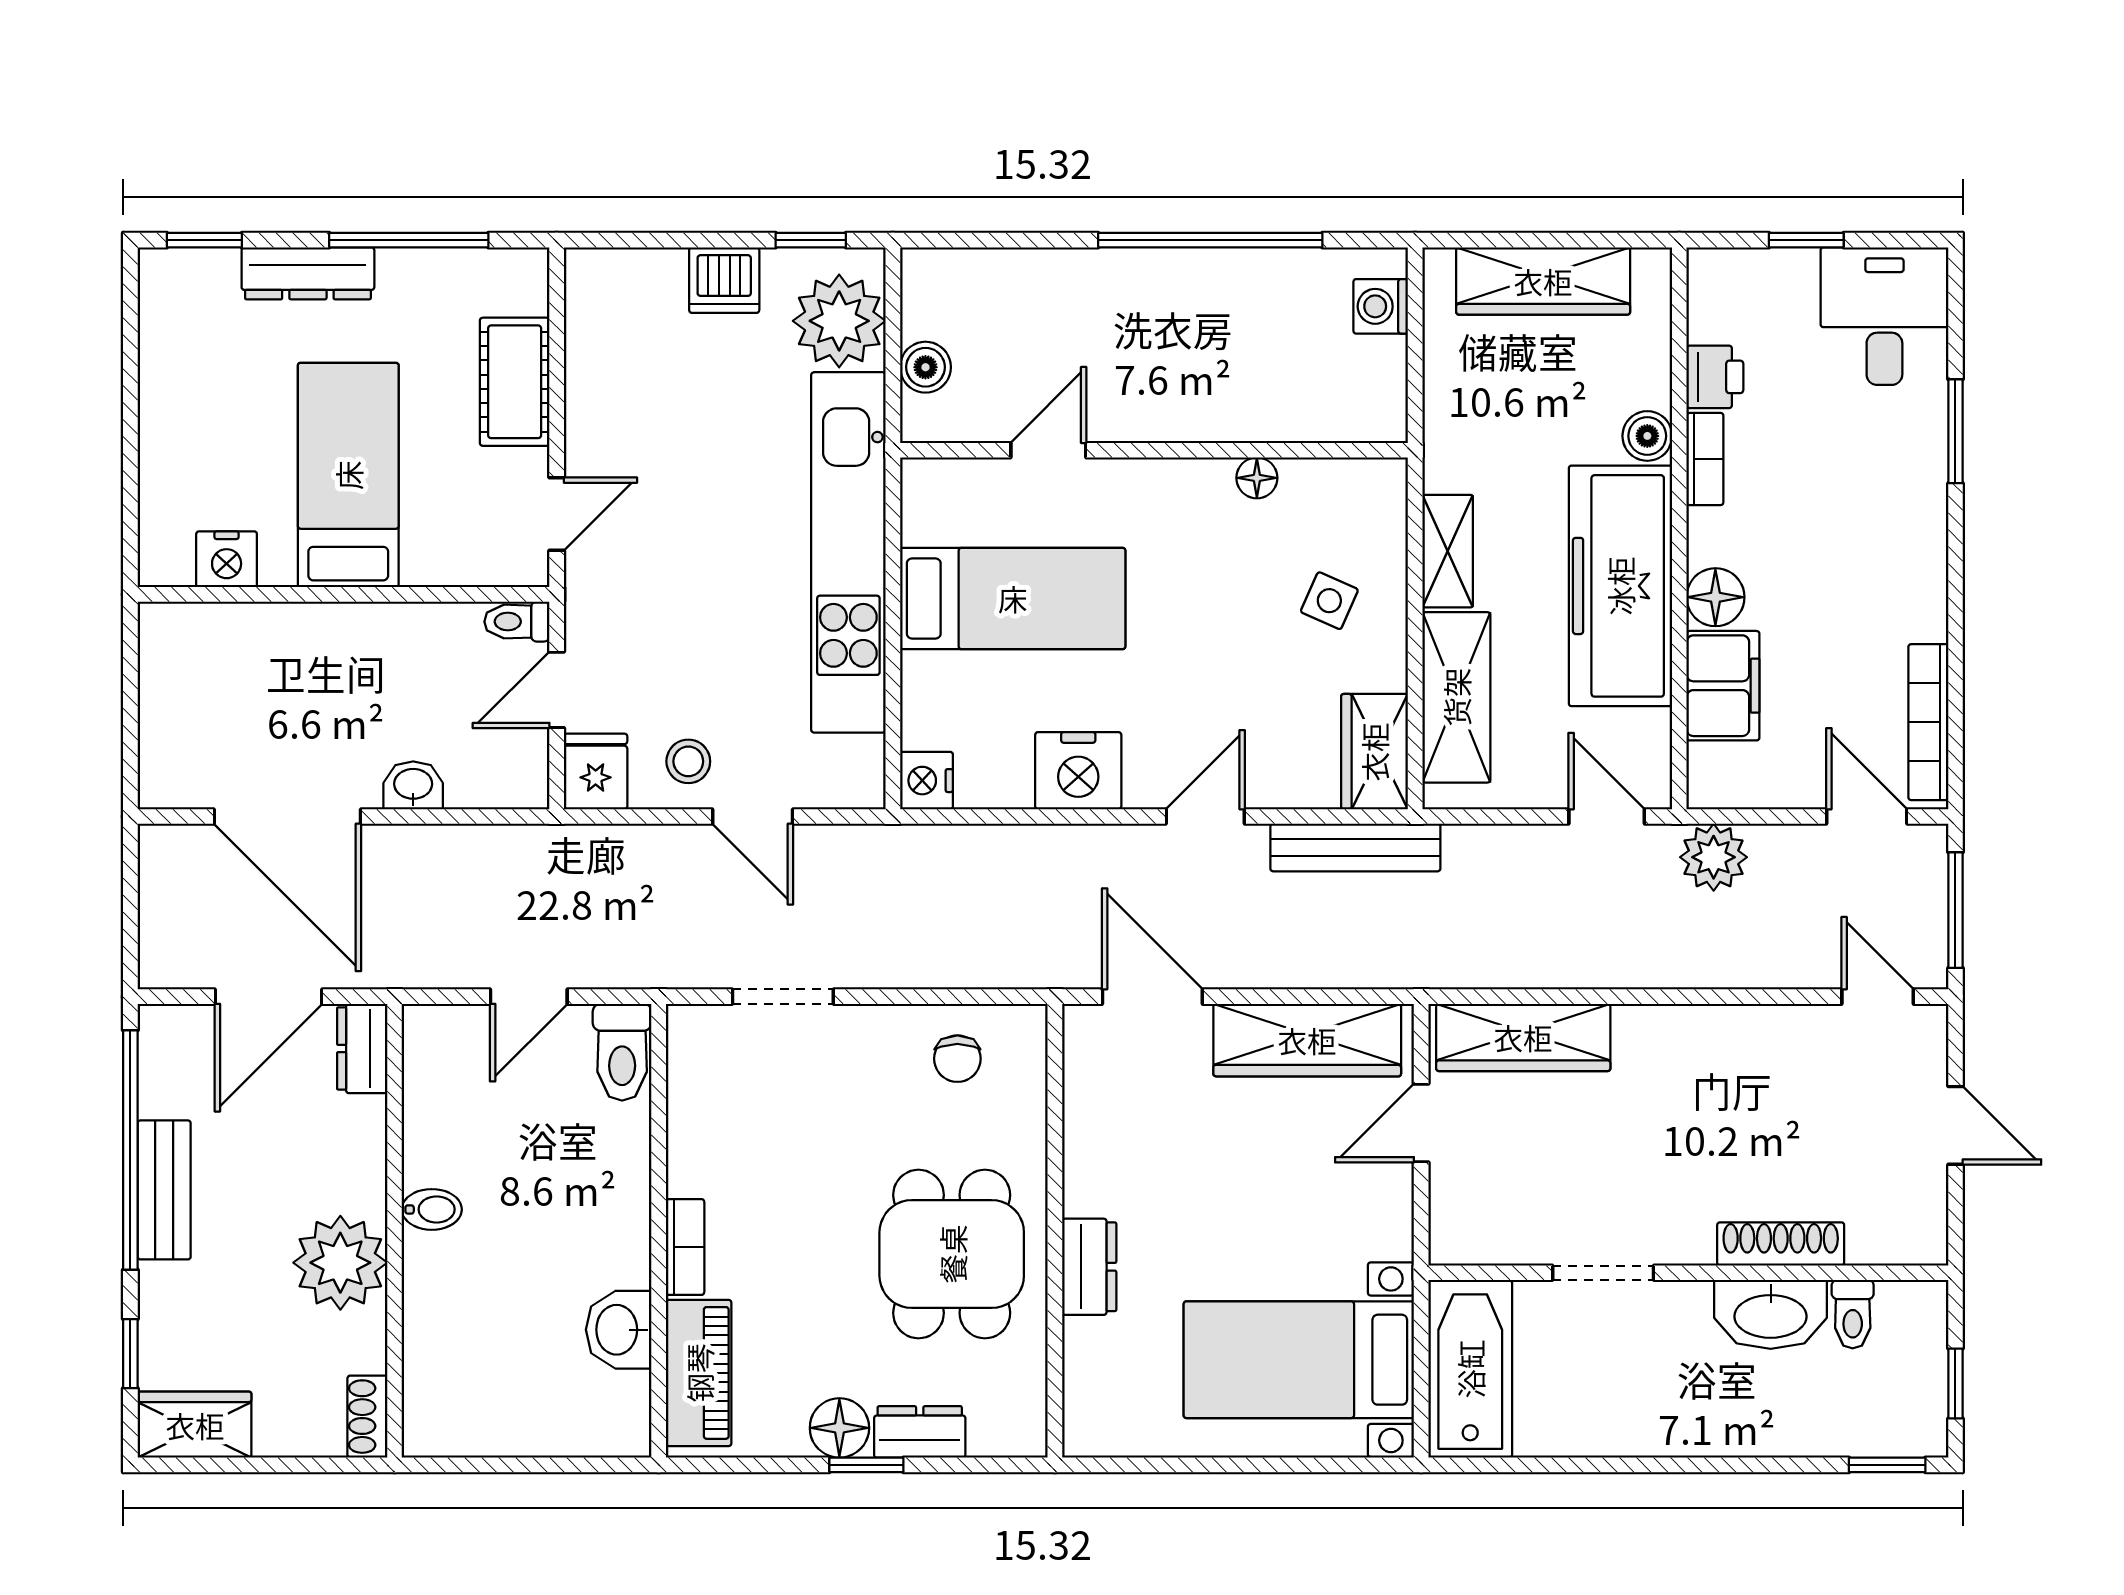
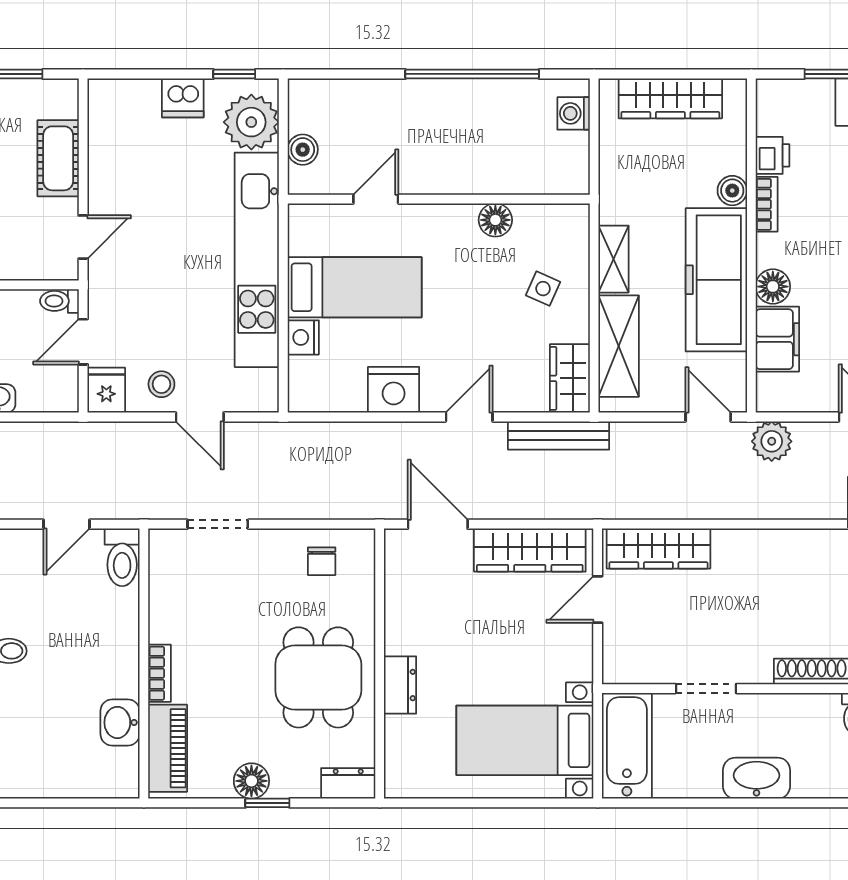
floor lamp: (1257, 478) -> (495, 220), width x1.37, depth x1.37
nightstand: (926, 781) -> (303, 337), moved
washbasin: (1771, 1314) -> (757, 778), moved, turned 180
dresser: (920, 1432) -> (348, 783), moved

